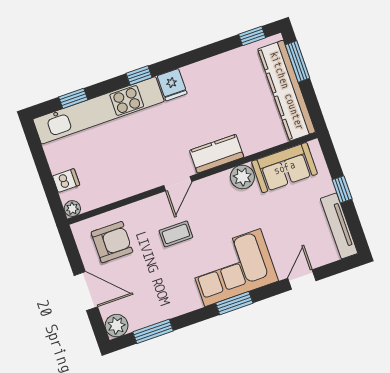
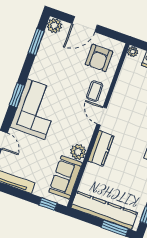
window: (342, 189) -> (48, 204), moved
coffee table: (176, 234) -> (95, 91), moved

